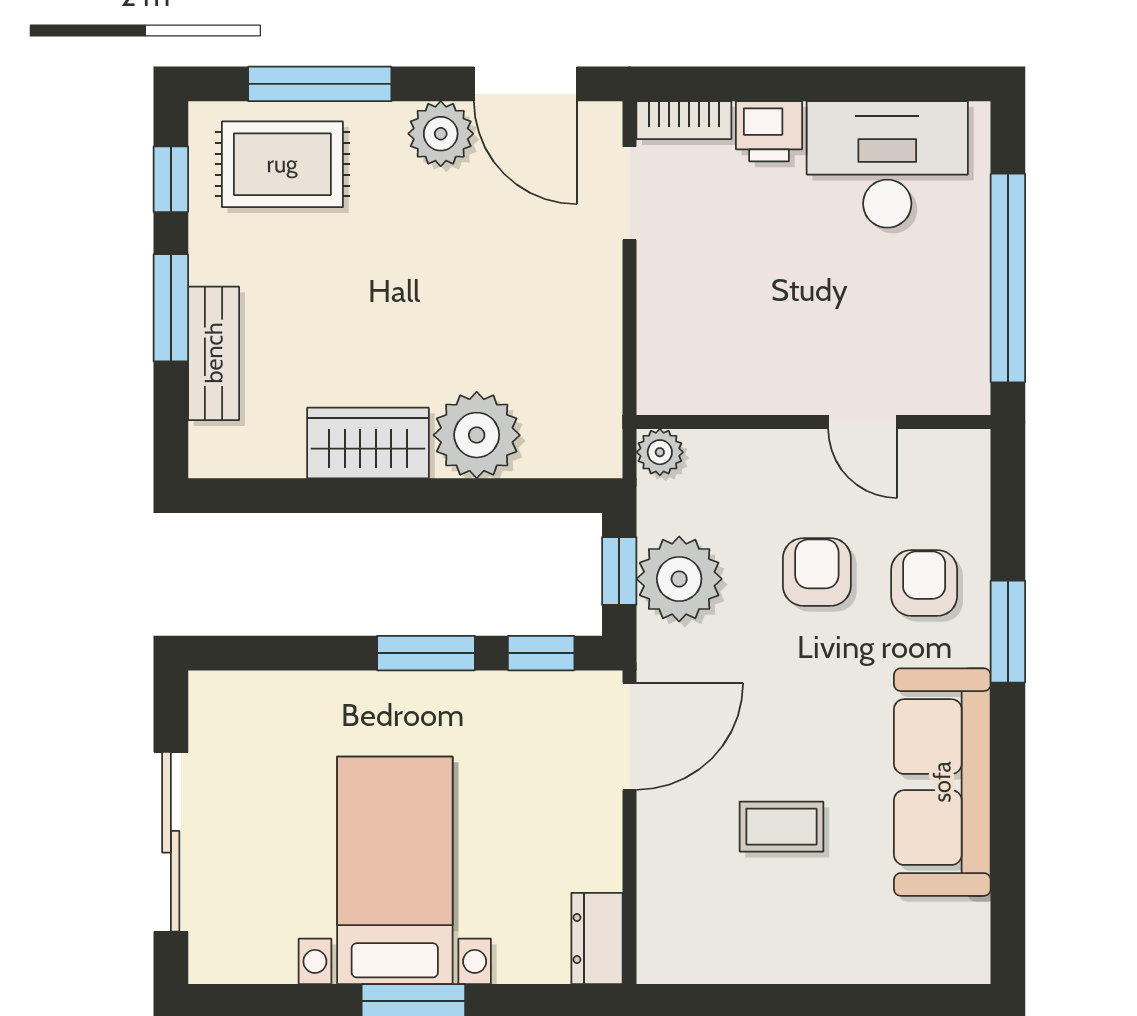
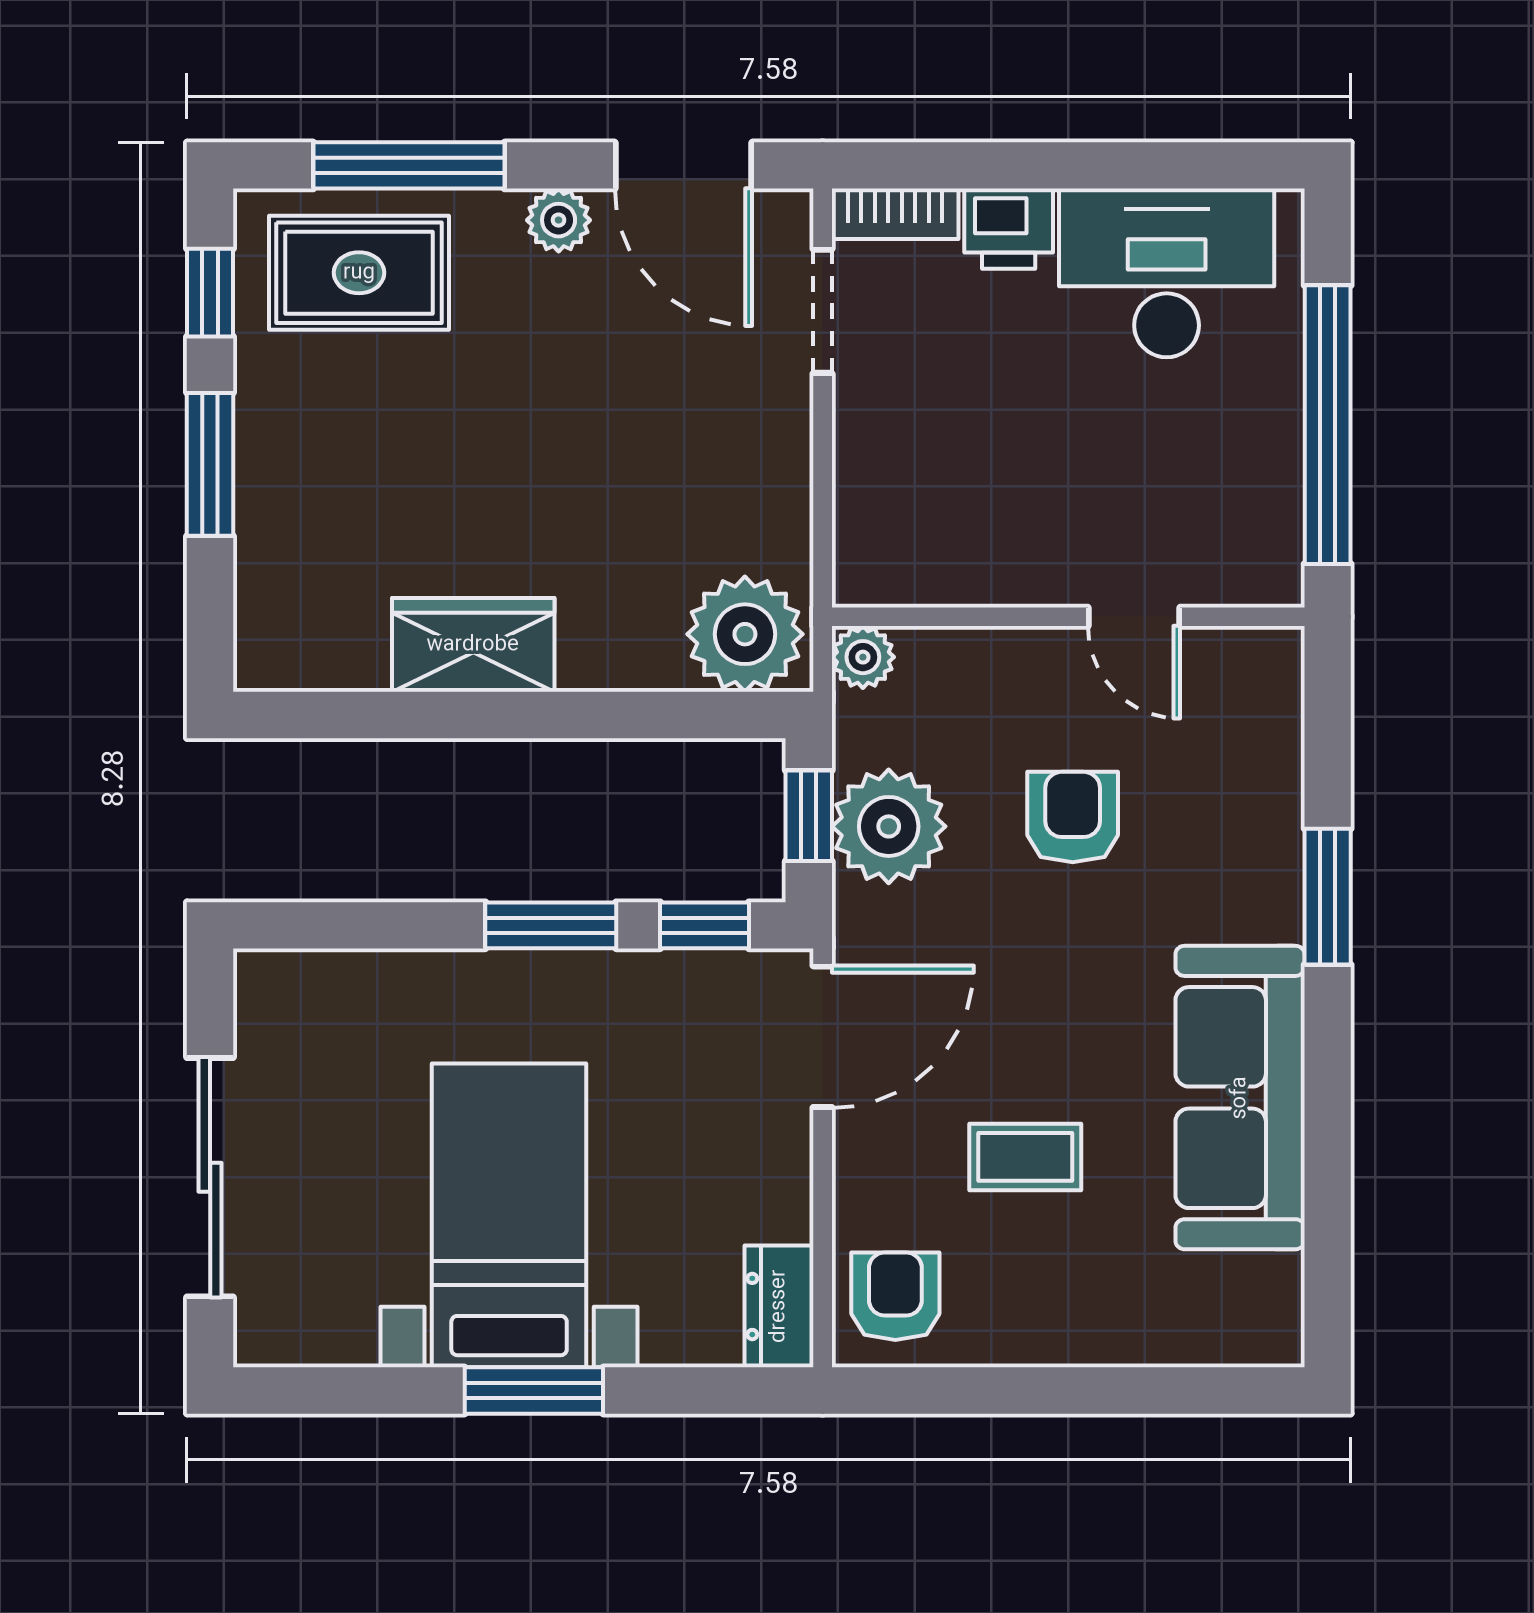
plant: (441, 134) -> (559, 220), width x0.73, depth x0.73
bench: (214, 353) -> (267, 525), removed
plant: (477, 435) -> (745, 634), moved
armchair: (924, 583) -> (895, 1296), moved

